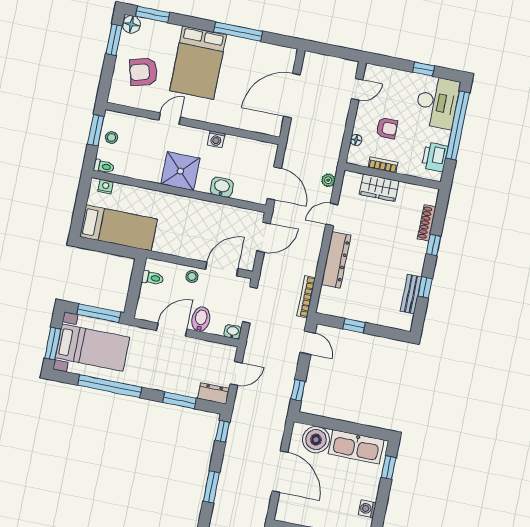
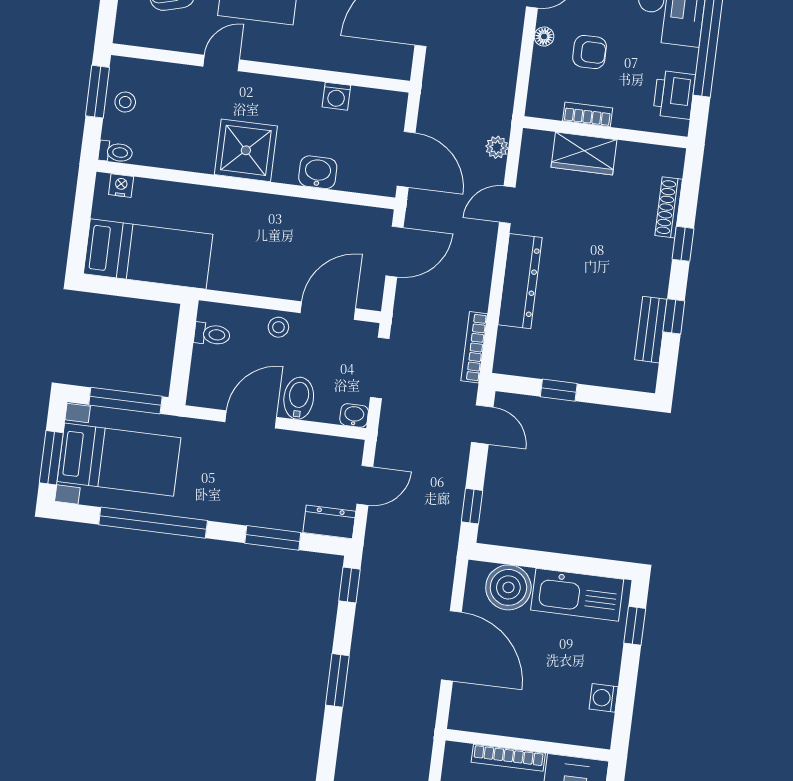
washing machine: (216, 139) -> (336, 96), moved
floor lamp: (356, 140) -> (544, 37), moved

